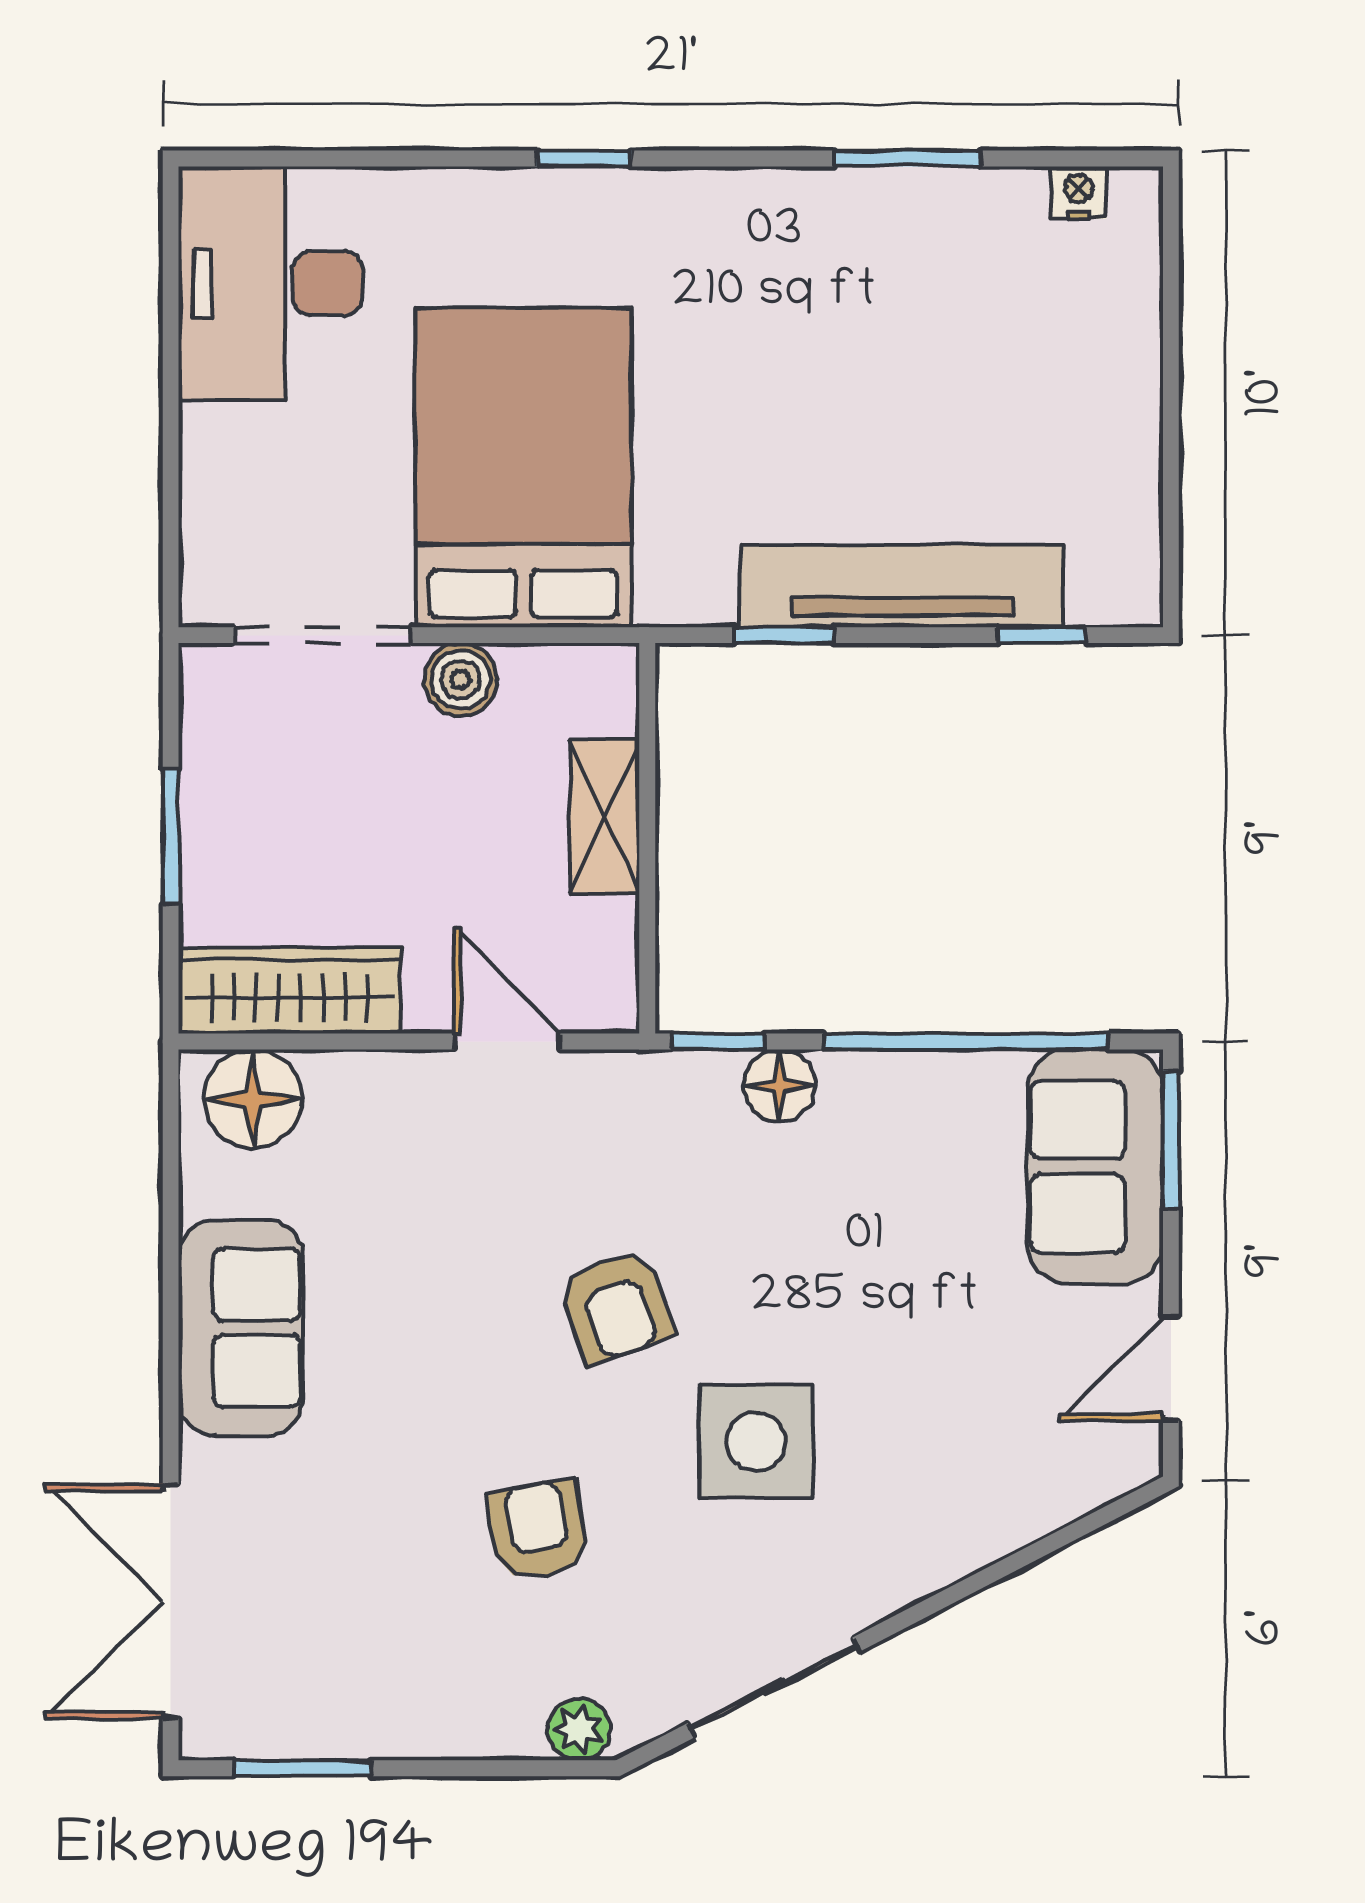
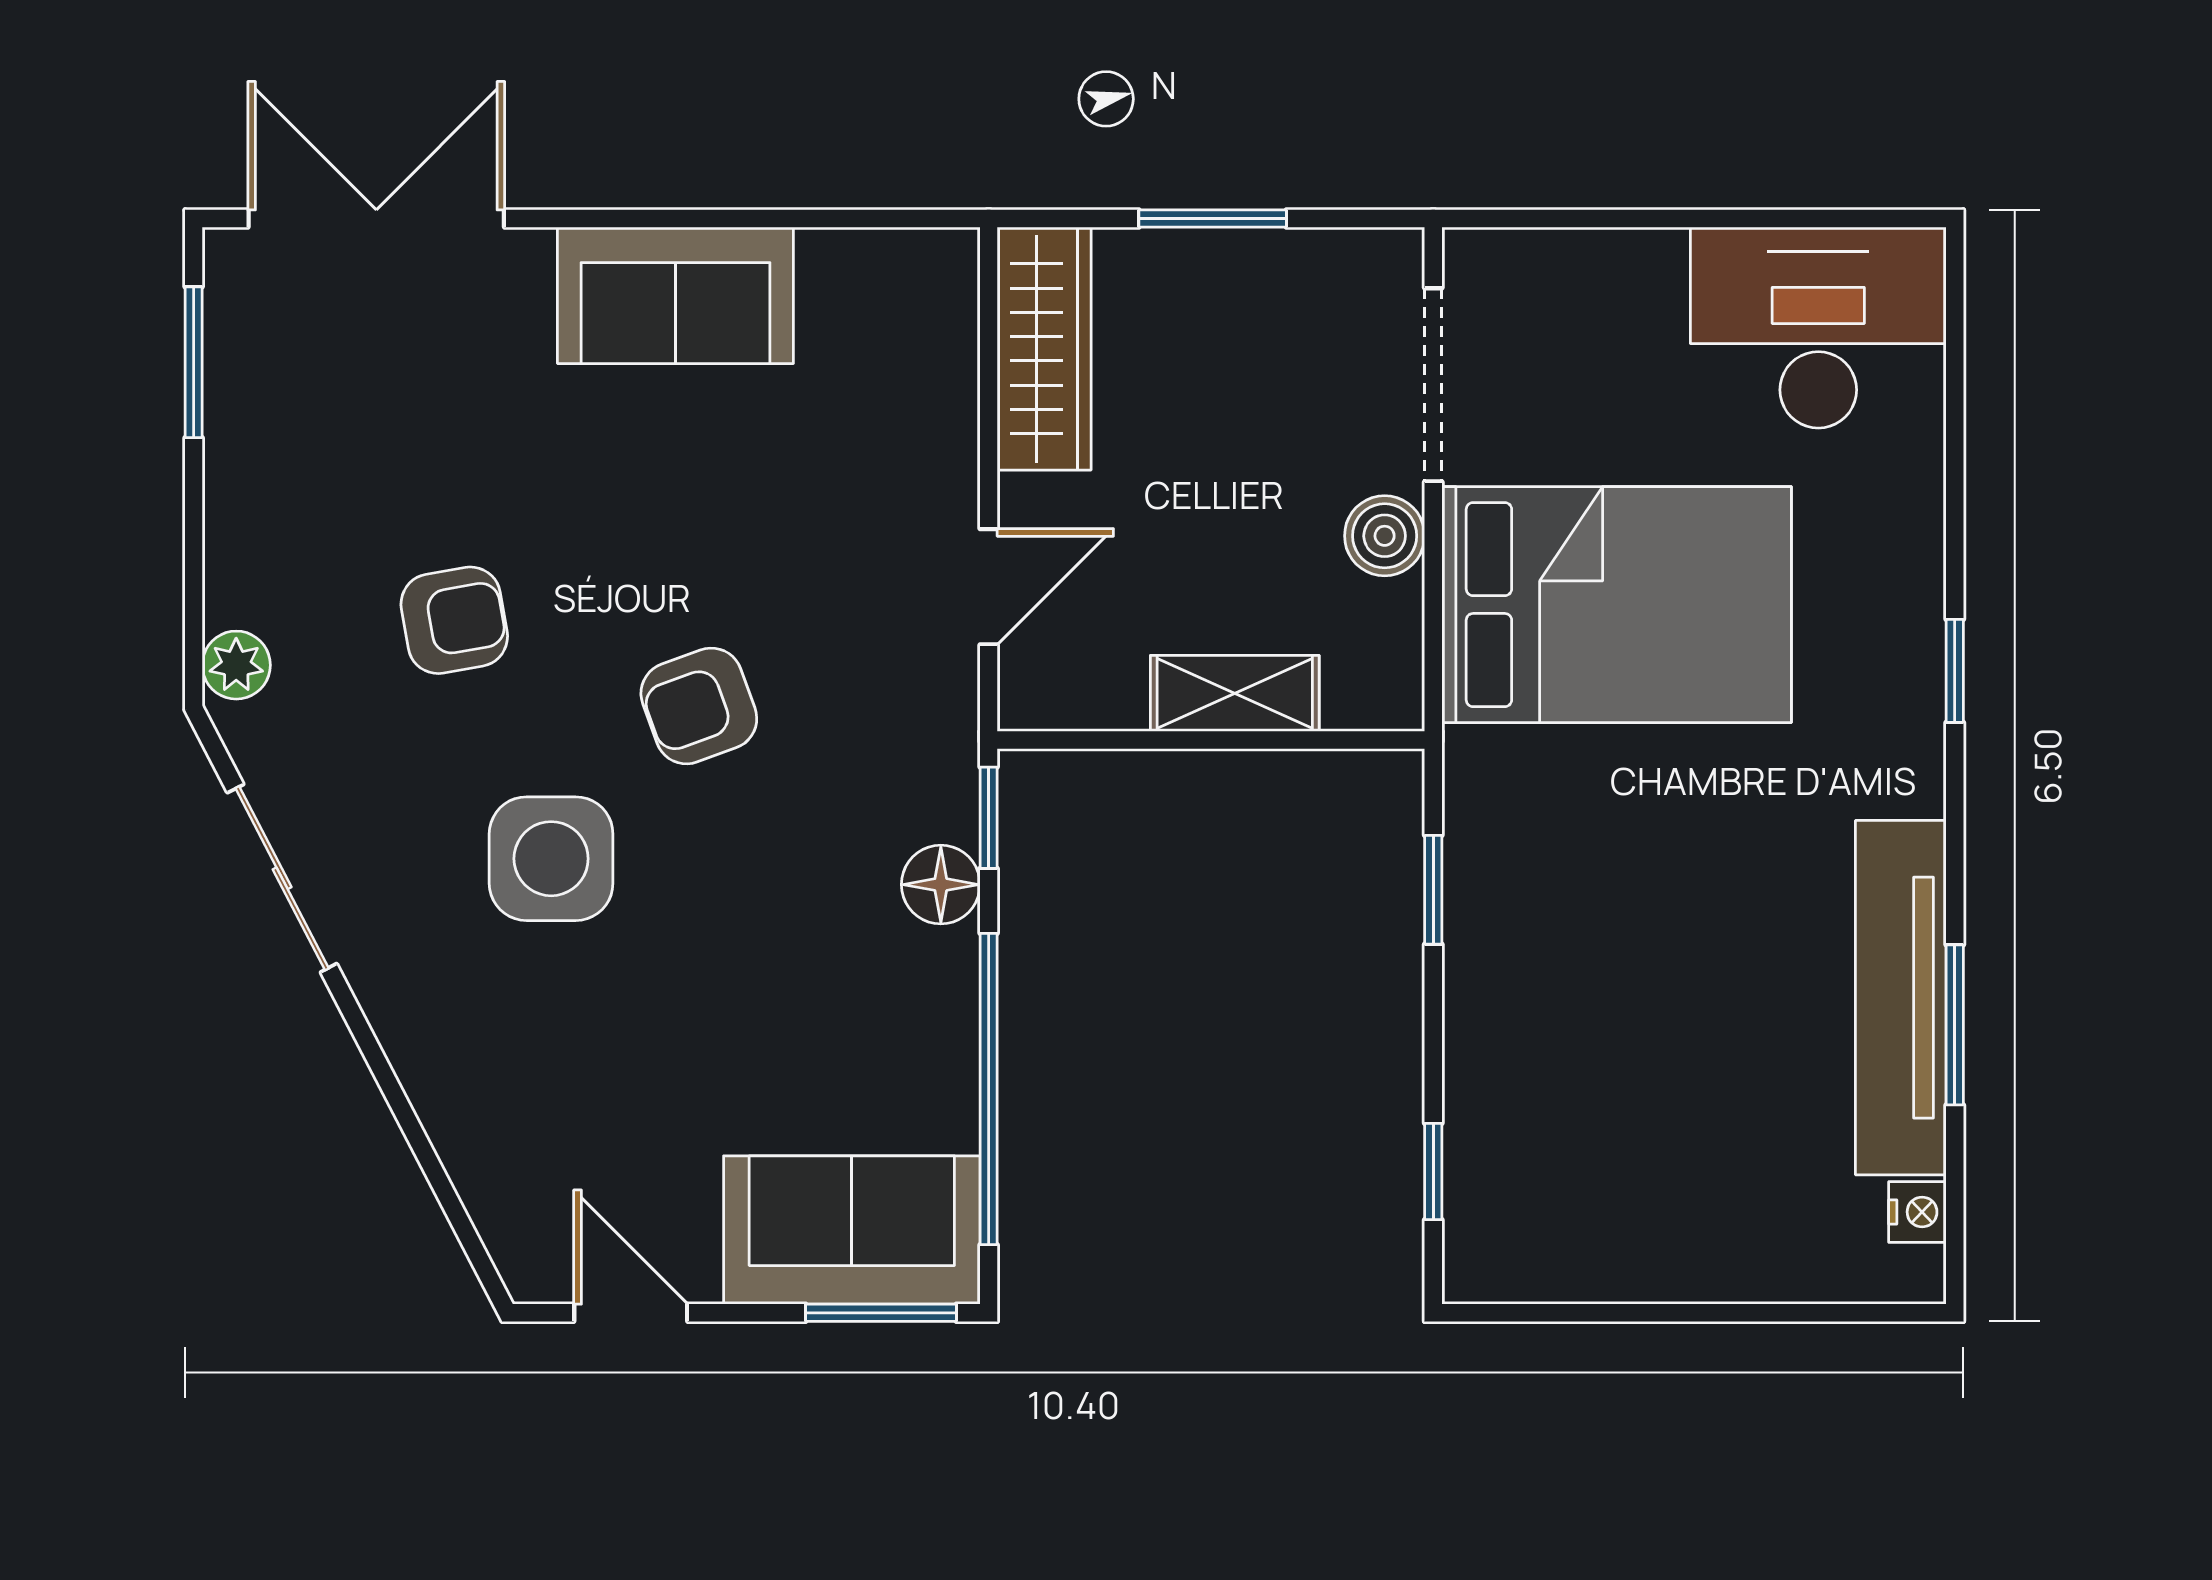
tv unit: (902, 586) -> (1901, 998), moved, turned 180
floor lamp: (253, 1099) -> (926, 308), removed

